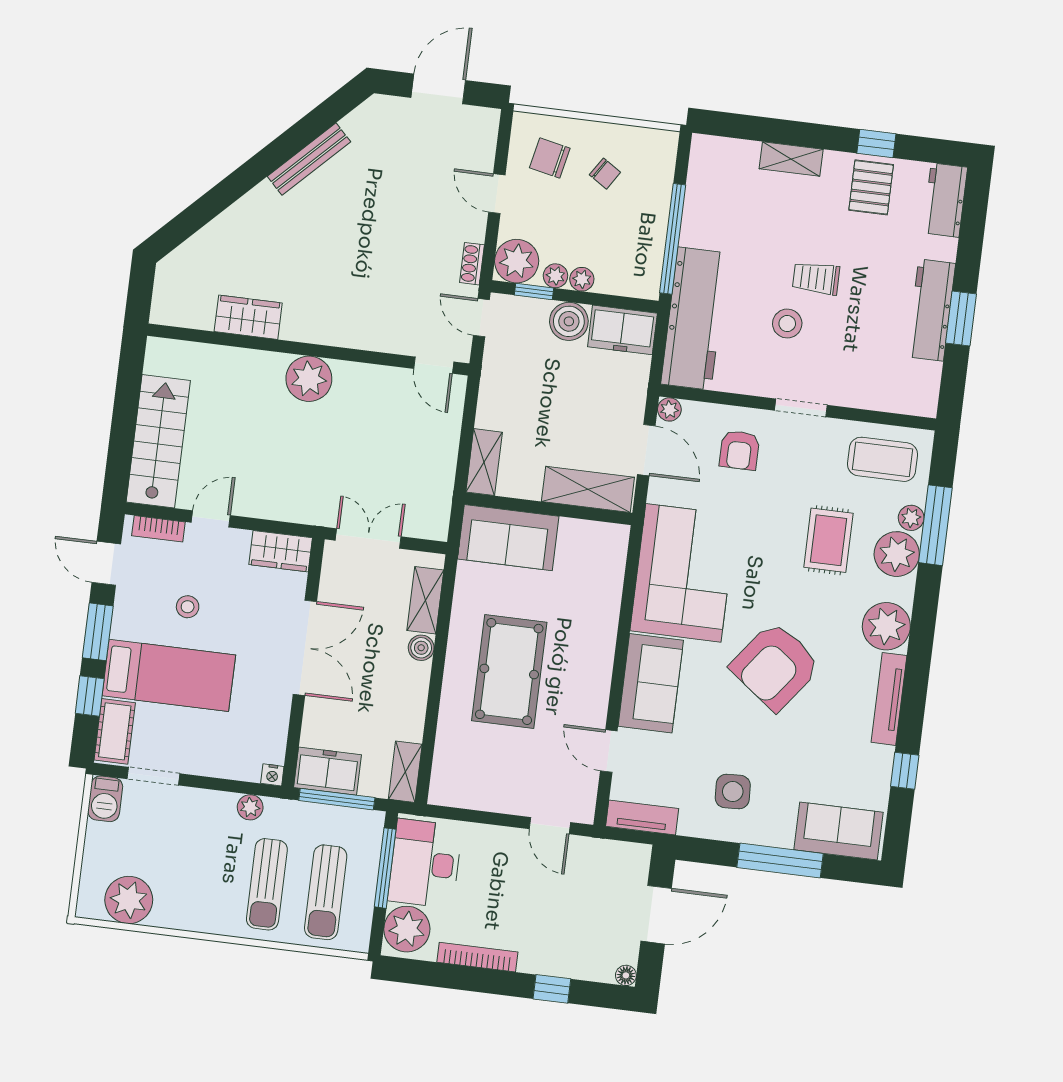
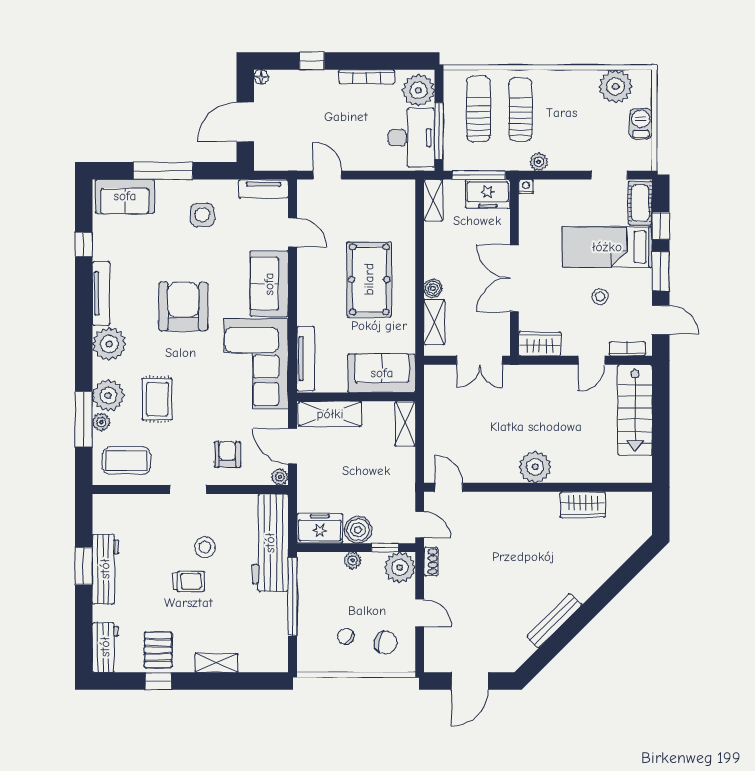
plant: (555, 276) -> (371, 560), removed
tv unit: (613, 571) -> (306, 359), added
armchair: (775, 666) -> (183, 306), turned -37
barbecue: (105, 799) -> (641, 124), moved

